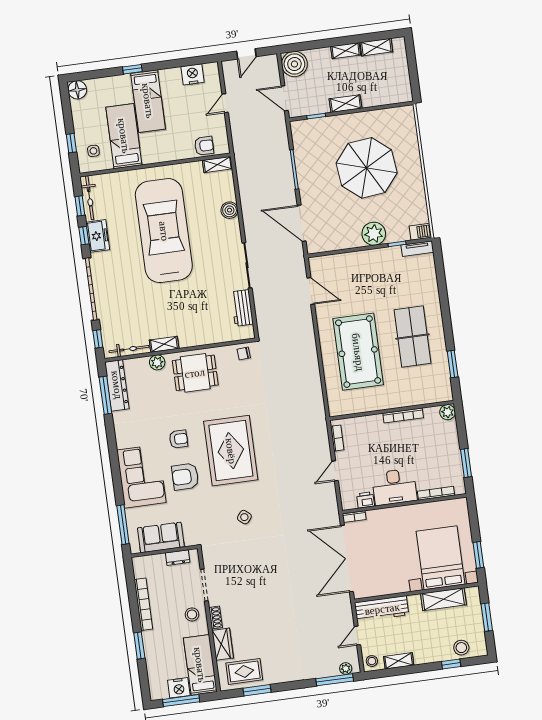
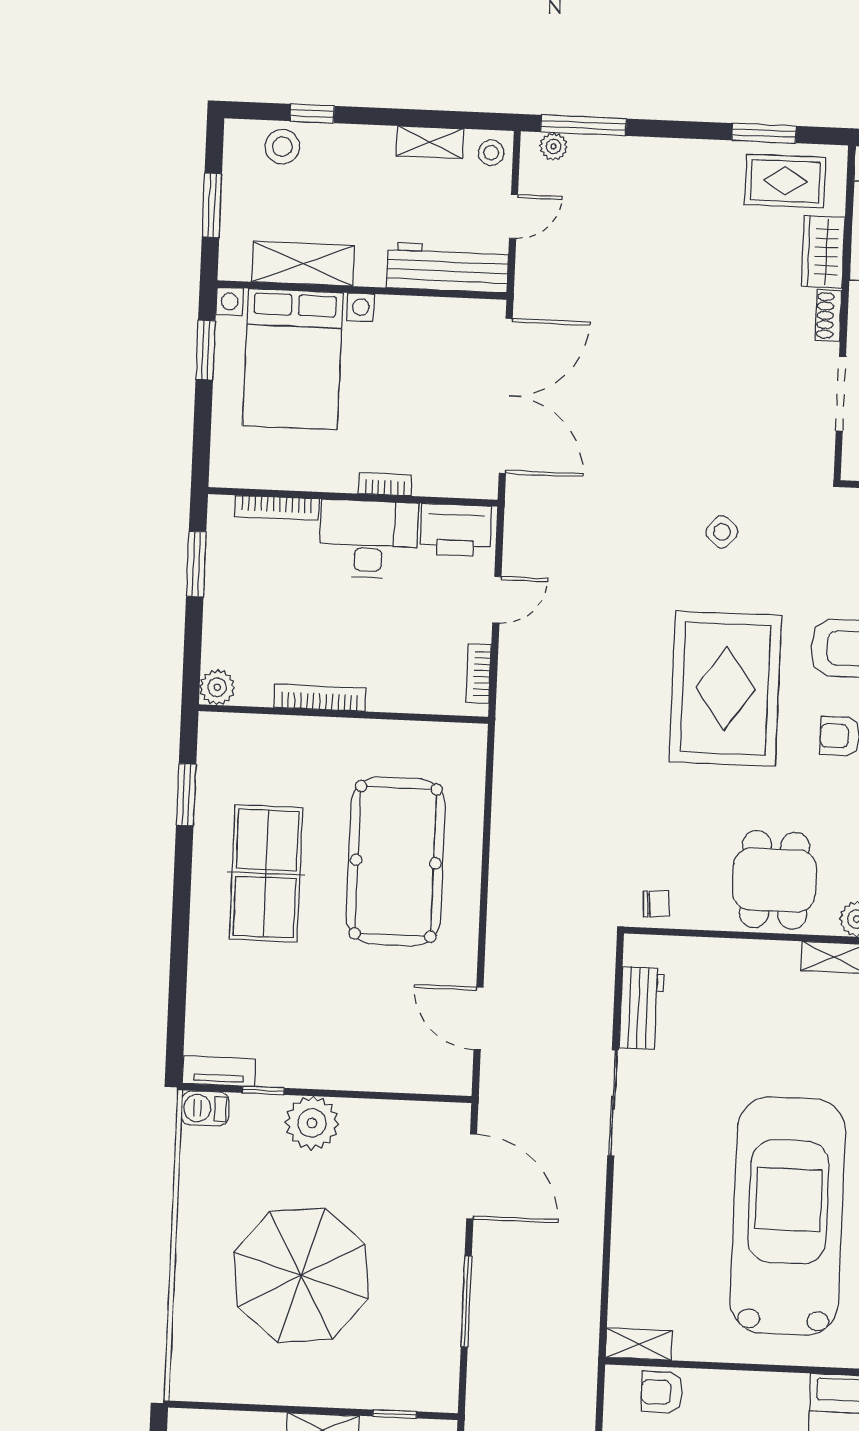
boiler: (230, 210) -> (630, 1235), removed
car: (164, 231) -> (788, 1216), turned 180
dining table: (195, 373) -> (774, 880), turned 90
printer: (365, 500) -> (456, 530), width x1.87, depth x1.48
bookcase: (354, 517) -> (385, 484), moved

